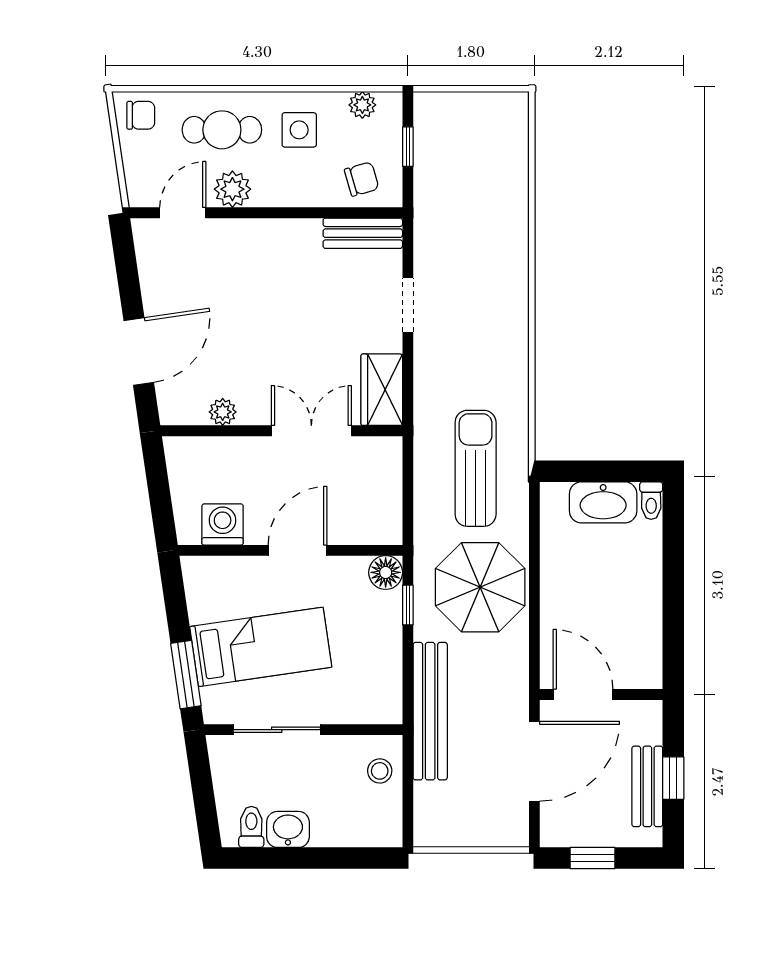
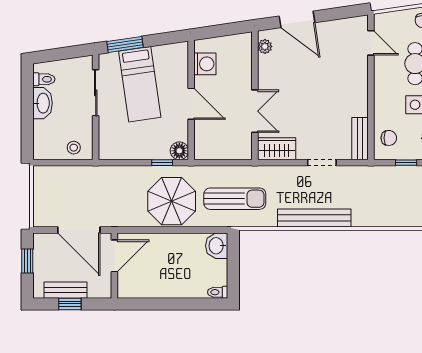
chair: (362, 179) -> (389, 138), turned -74
plant: (232, 189) -> (383, 69), removed
plant: (223, 412) -> (265, 46), moved
washbasin: (603, 502) -> (217, 246), moved, width x0.72
bench: (430, 711) -> (314, 218), moved
washbasin: (288, 829) -> (43, 103), width x1.38

